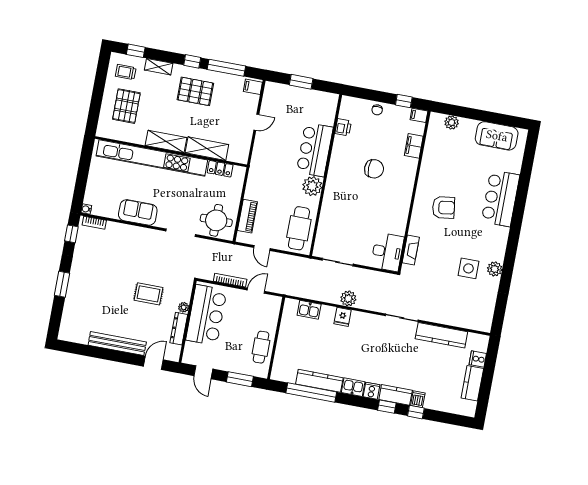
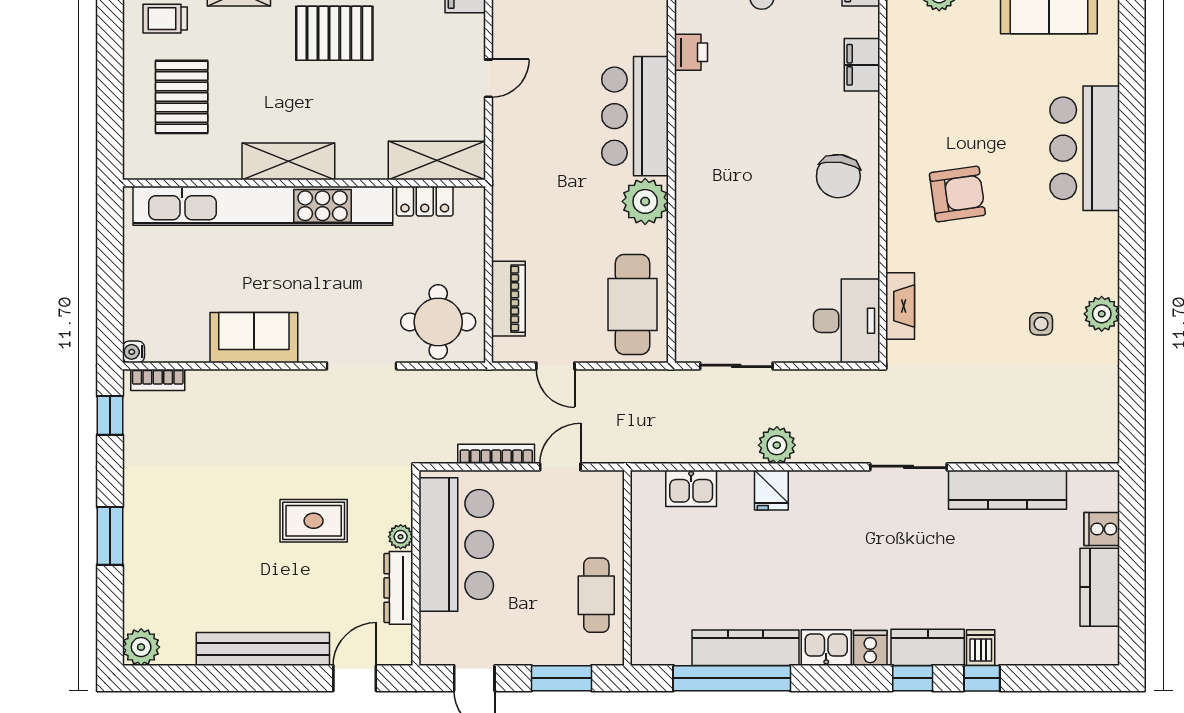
shelving: (207, 149) -> (437, 160), moved
chair: (374, 169) -> (838, 176), moved, turned 98
side table: (468, 268) -> (1041, 324), width x0.54, depth x0.54
plant: (66, 333) -> (141, 647), added

